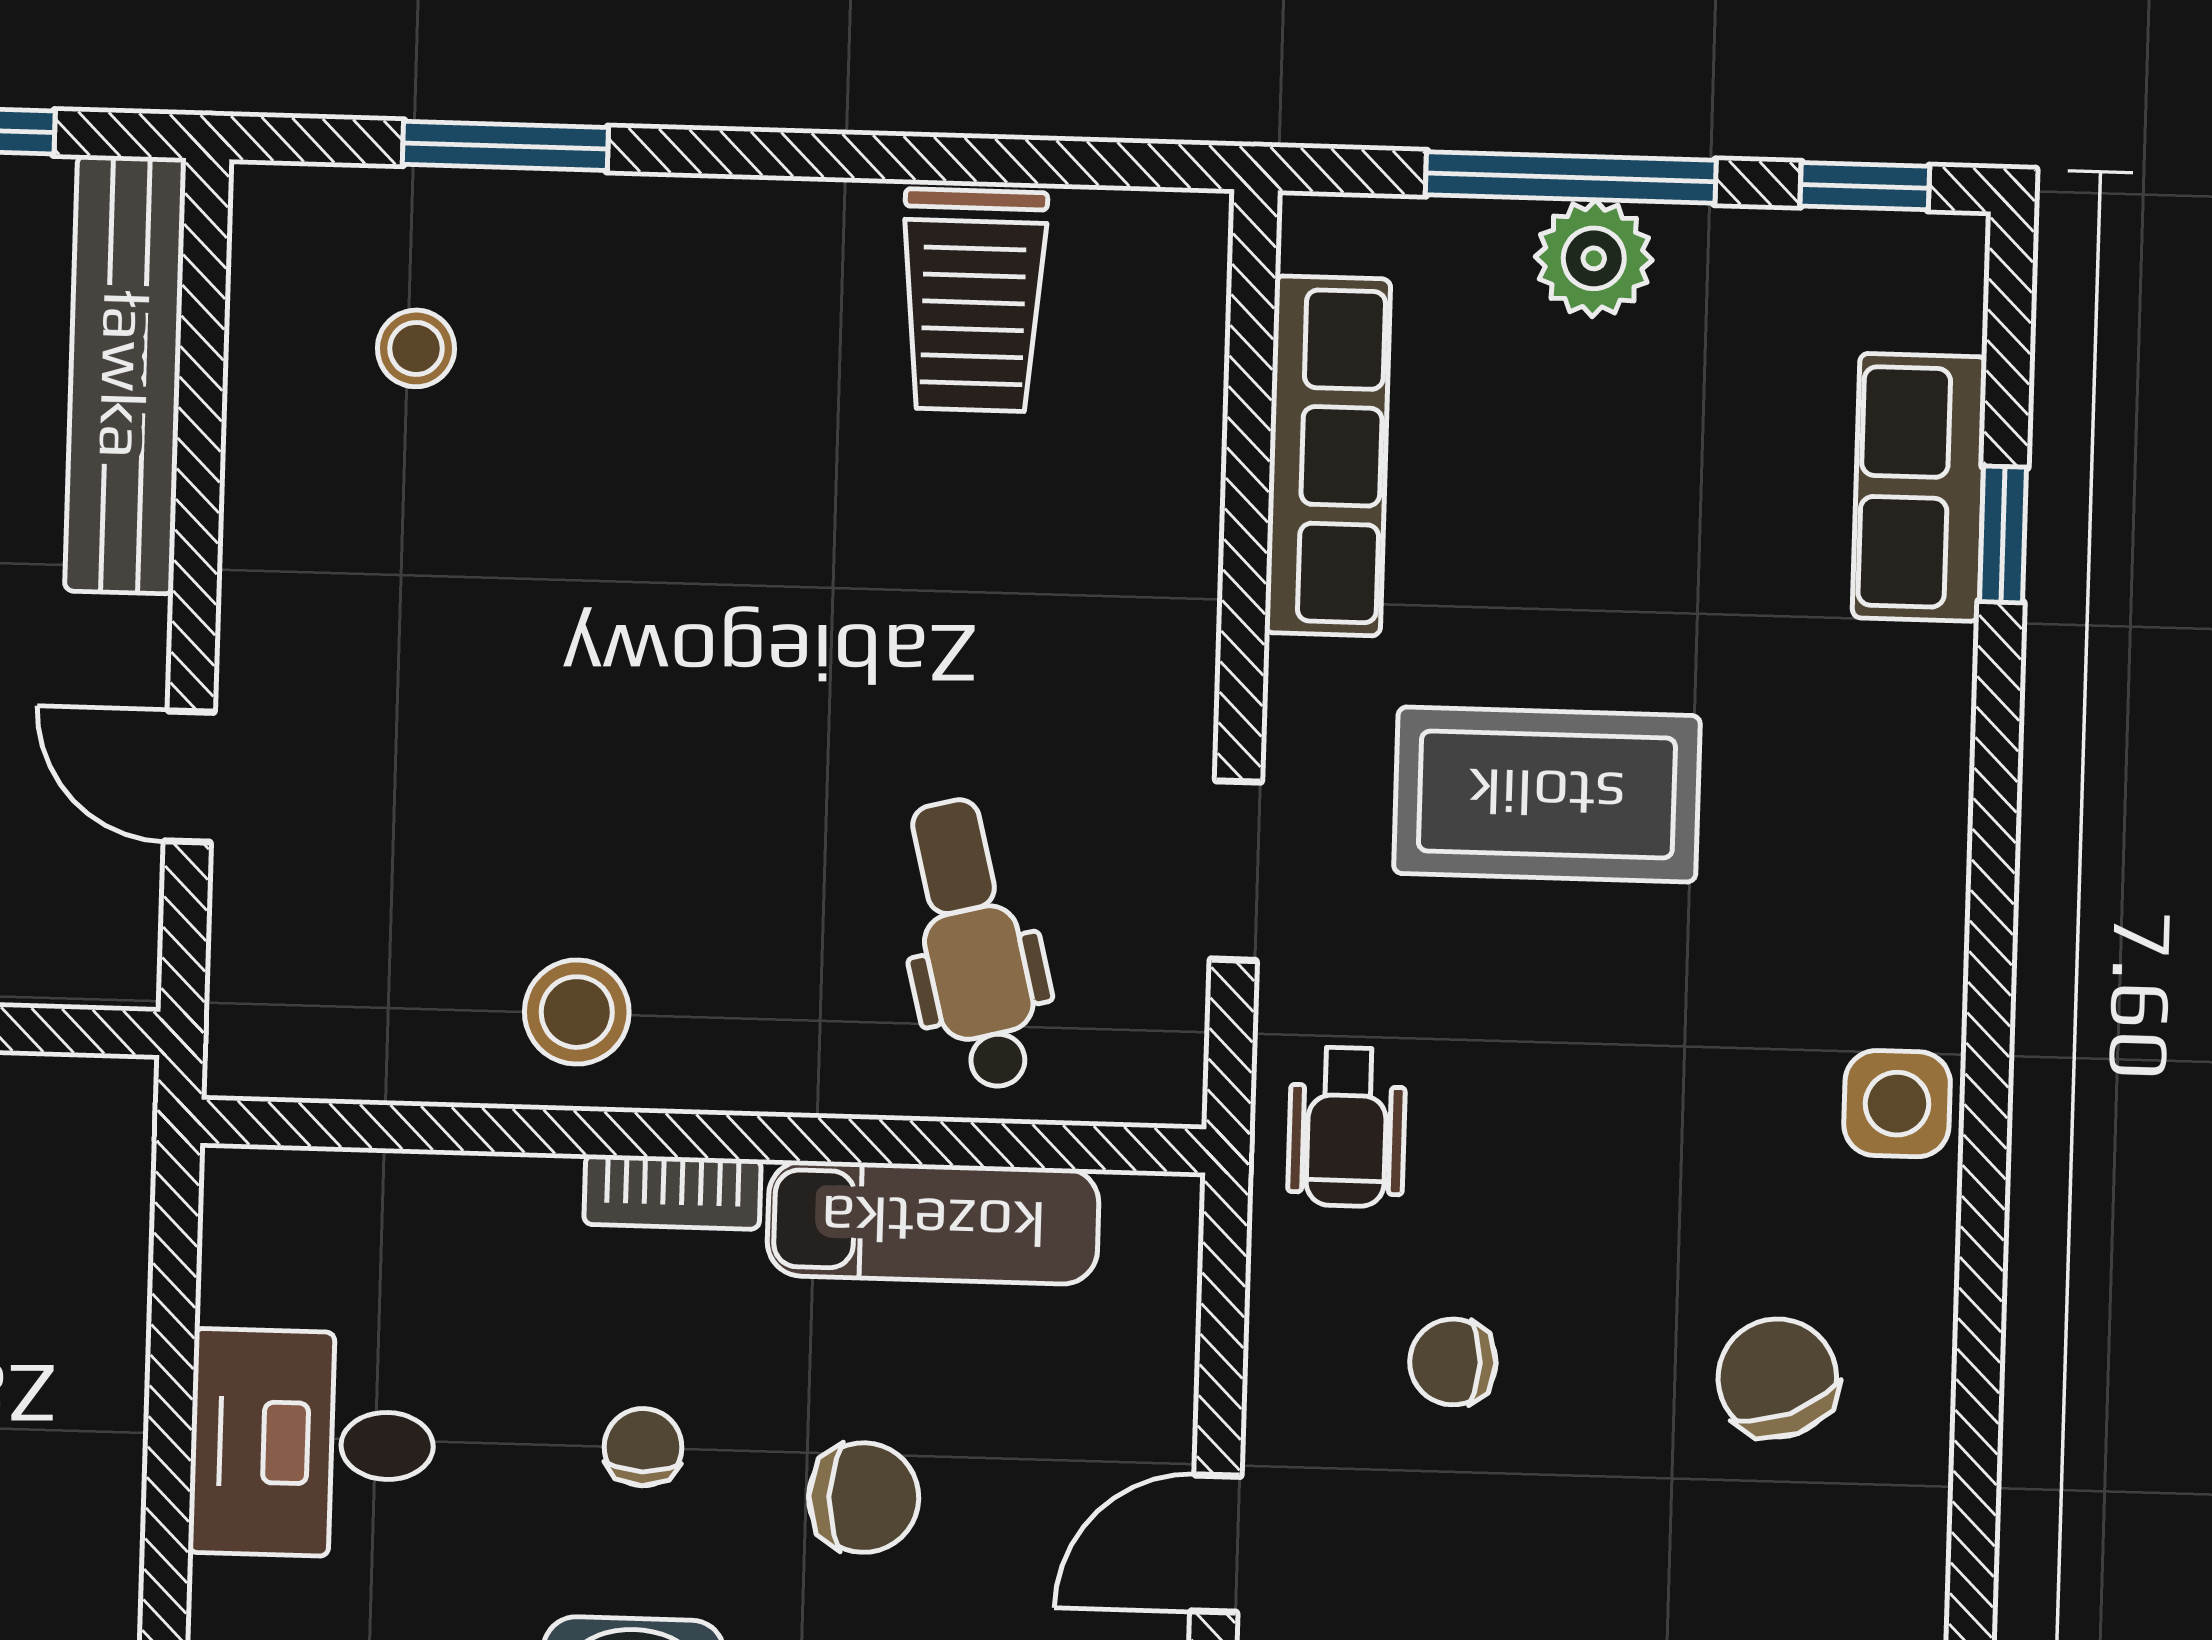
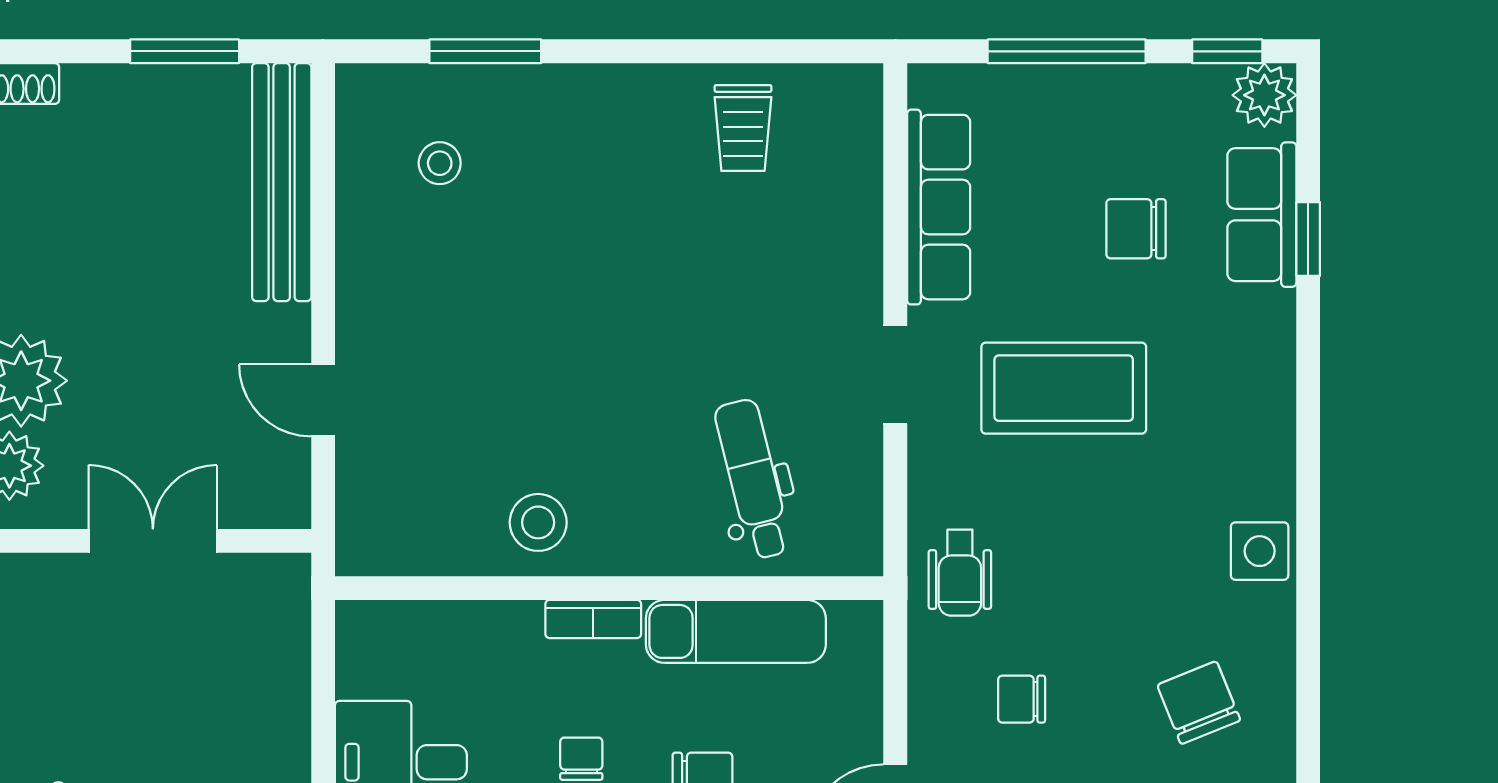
plant: (1594, 258) -> (1264, 95), moved
trolley: (973, 300) -> (743, 128), width x0.73, depth x0.72
chair: (1688, 506) -> (1136, 229), added
doorway: (1236, 871) -> (895, 375), moved

